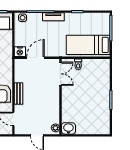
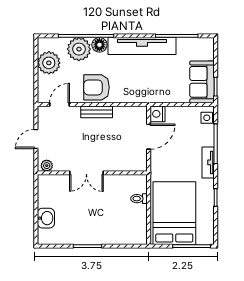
bed: (88, 45) -> (174, 213), width x1.50
door: (35, 58) -> (149, 137), hinge flipped
double door: (60, 74) -> (86, 173), moved
washbasin: (68, 128) -> (46, 218), moved

